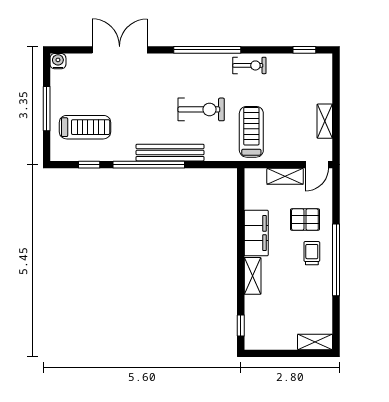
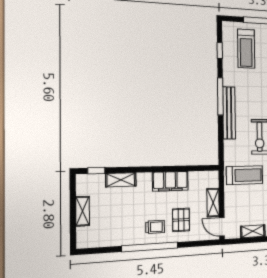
window: (149, 165) -> (220, 96), width x0.68
shelving: (253, 276) -> (121, 180), moved
shelving: (315, 342) -> (83, 211), moved

